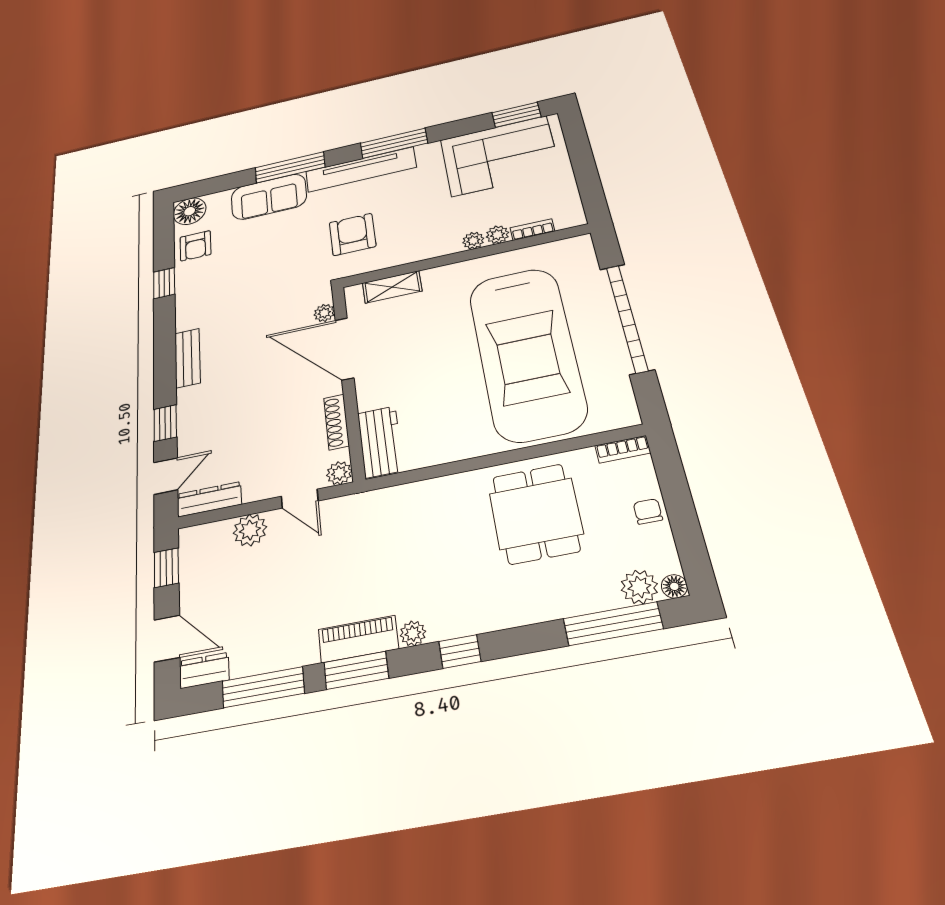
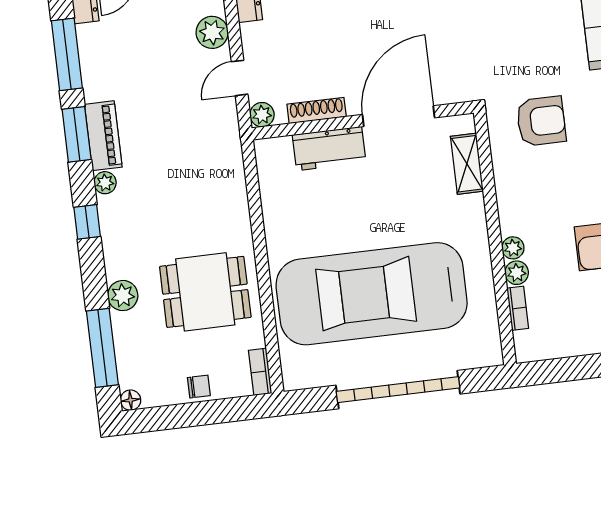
plant: (324, 313) -> (444, 94), removed
workbench: (380, 442) -> (329, 149), moved
plant: (639, 587) -> (123, 296), moved

